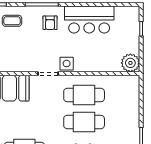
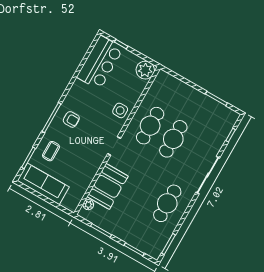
bar counter: (89, 20) -> (100, 63), moved
side table: (67, 64) -> (120, 110), moved

